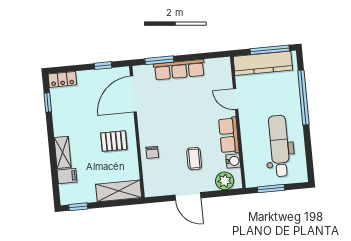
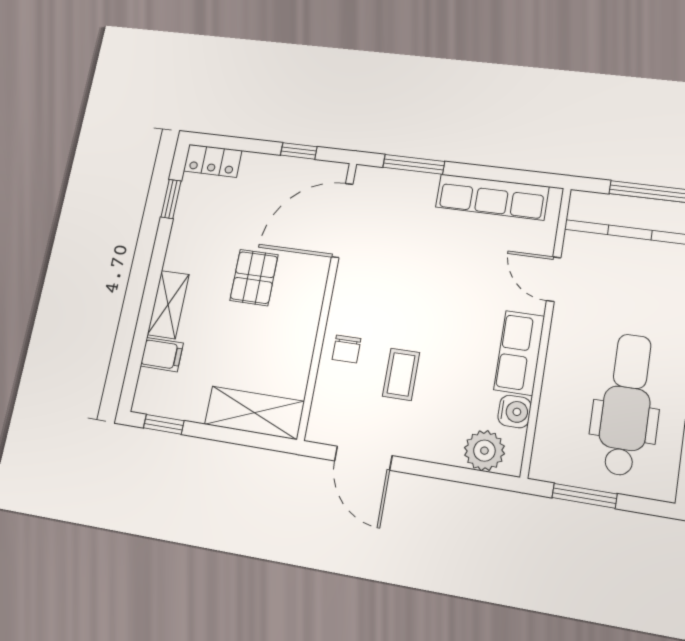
row of seats: (179, 70) -> (492, 197), moved
pallet: (114, 141) -> (254, 278), moved, turned 90
coffee table: (194, 159) -> (401, 374), moved
door: (188, 196) -> (363, 458), moved

